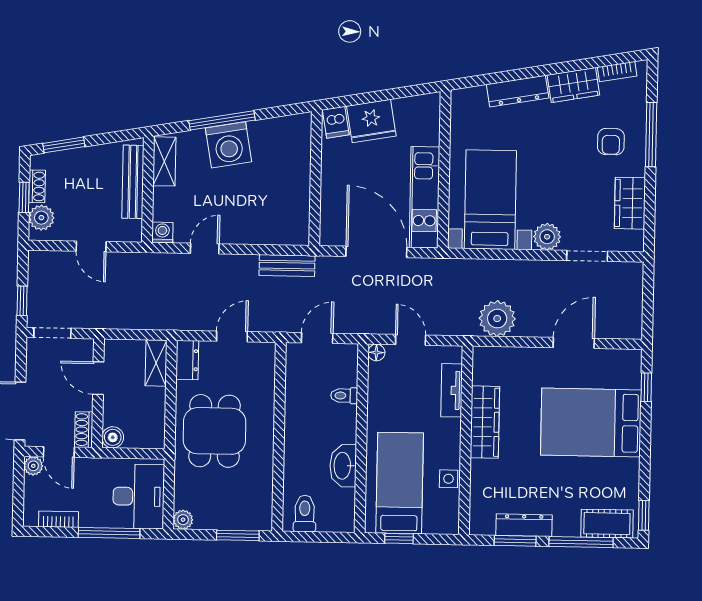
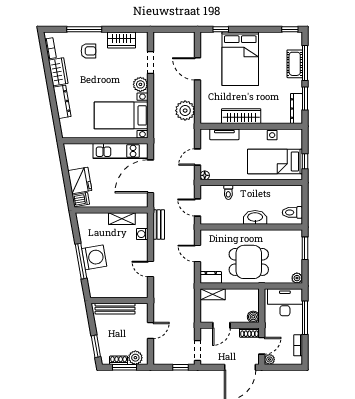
shelving: (164, 161) -> (122, 219), moved
window: (24, 197) -> (125, 367), width x1.50
washing machine: (162, 233) -> (142, 234), moved
washbasin: (343, 466) -> (255, 217), moved, turned 180
cot: (607, 524) -> (295, 64), moved
dresser: (524, 525) -> (296, 109), moved

